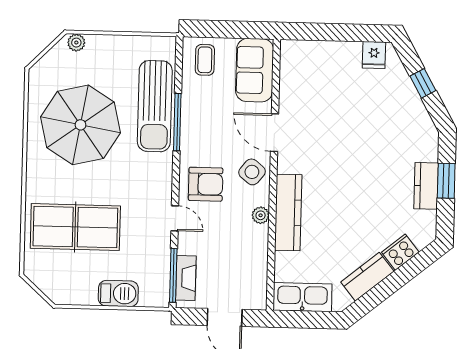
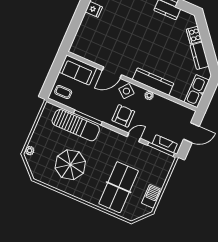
parasol: (80, 125) -> (70, 165), width x0.73, depth x0.73
barbecue: (118, 293) -> (152, 196), moved

